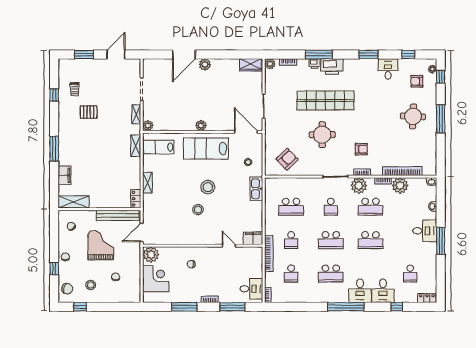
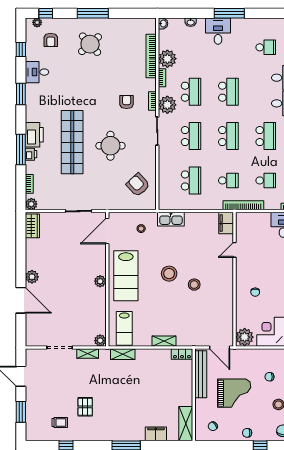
round table: (413, 116) -> (90, 44), turned 45
school desk: (331, 207) -> (191, 136), width x1.85
grand piano: (101, 245) -> (234, 393), turned 180

